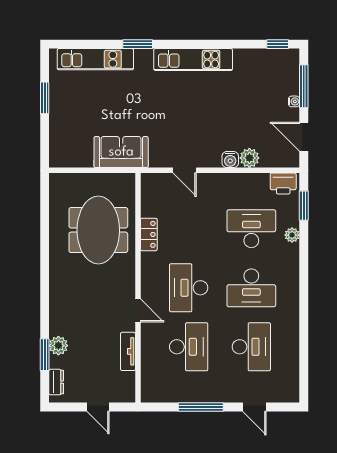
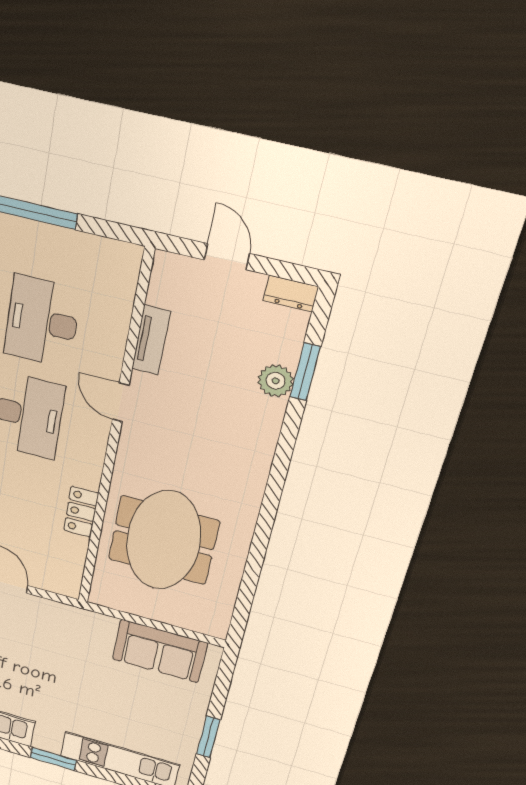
sofa: (121, 152) -> (160, 651), moved
dresser: (56, 382) -> (291, 294), moved, turned -90

